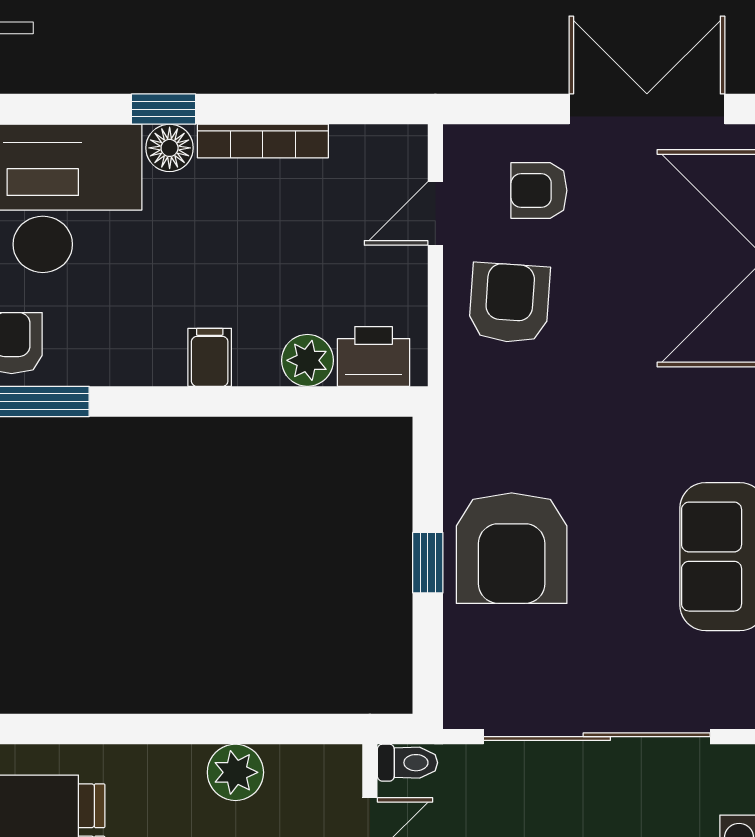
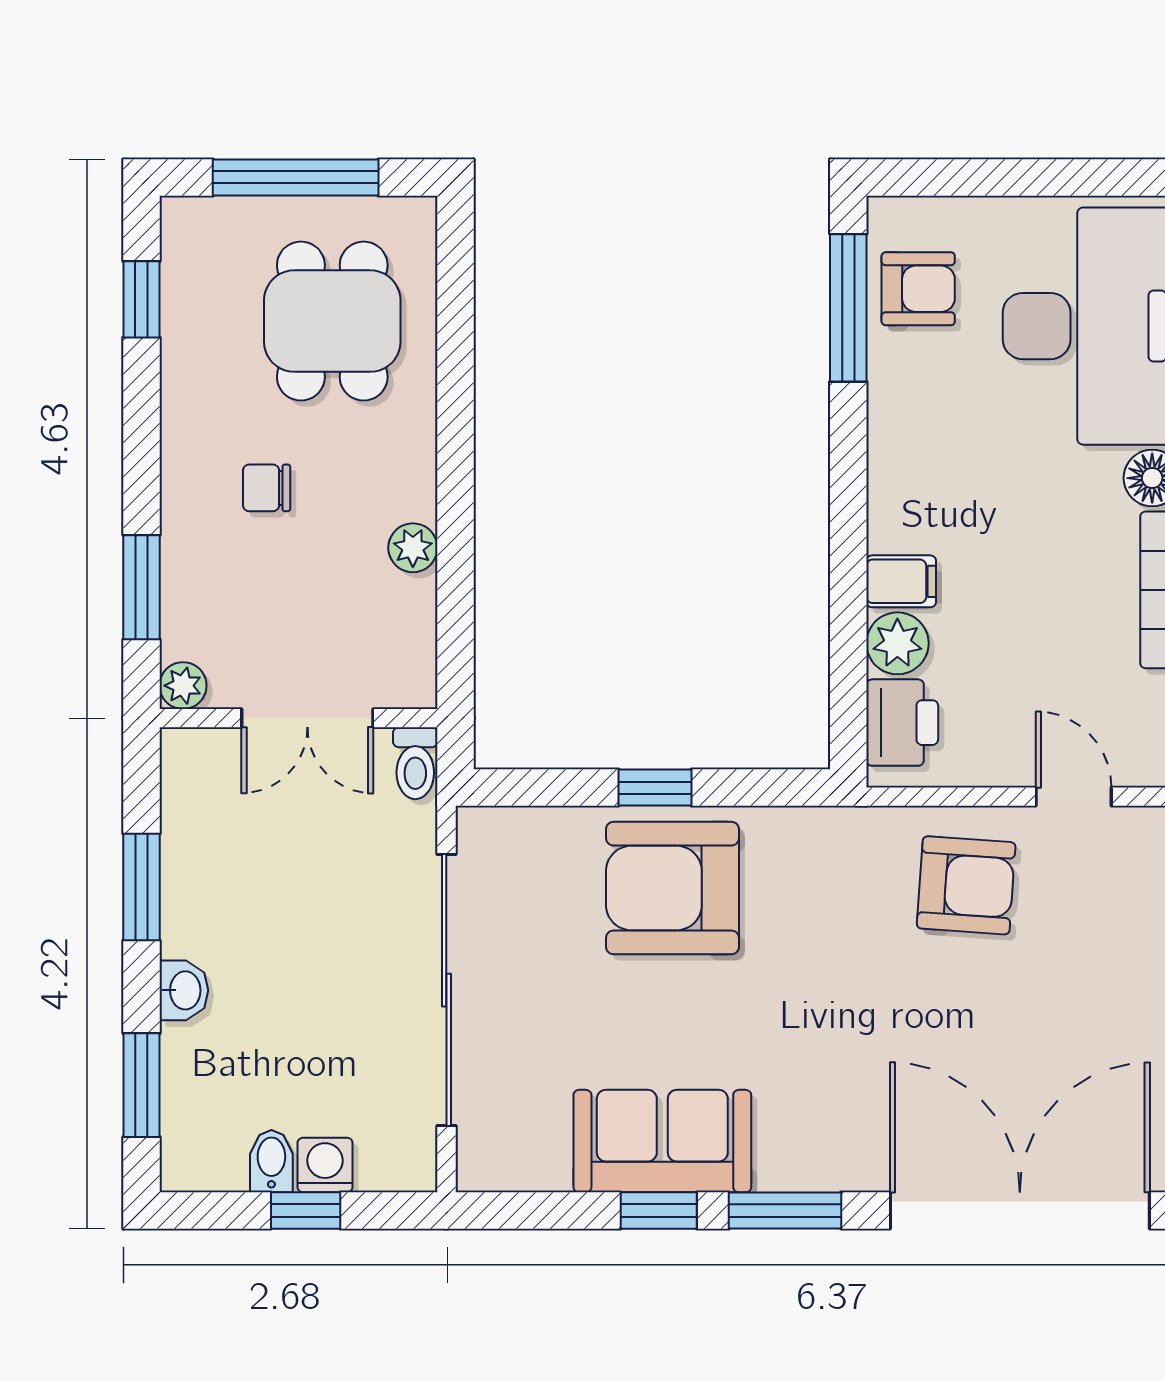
armchair: (539, 190) -> (1101, 921), removed
filing cabinet: (210, 357) -> (901, 581), moved
plant: (235, 772) -> (413, 548), width x0.73, depth x0.73

